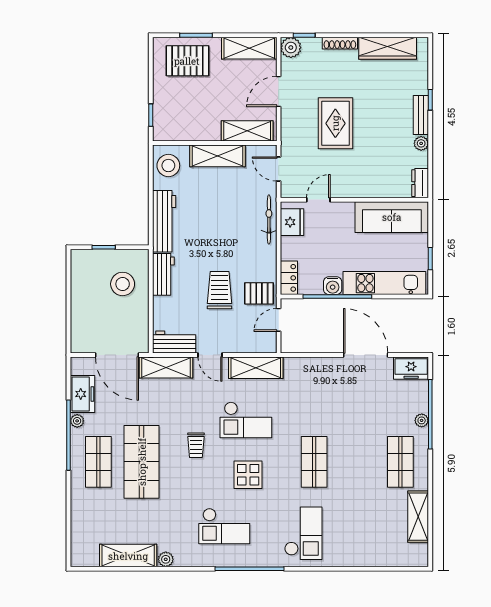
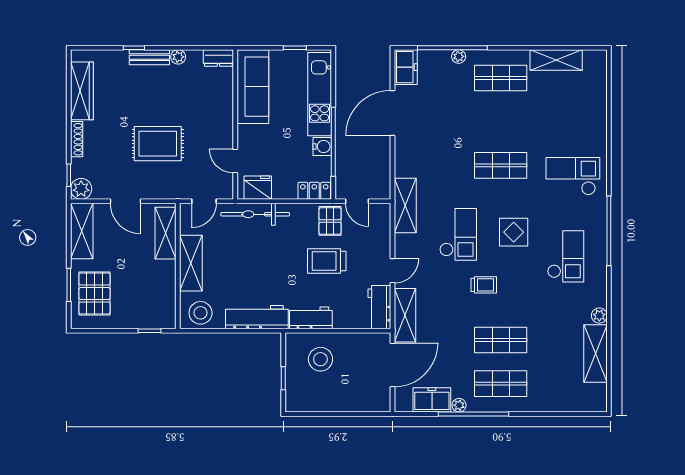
bicycle: (269, 219) -> (255, 214), width x1.37, depth x1.40
shelving: (256, 368) -> (405, 205), moved
shop shelf: (142, 462) -> (501, 340), width x0.70, depth x0.74

